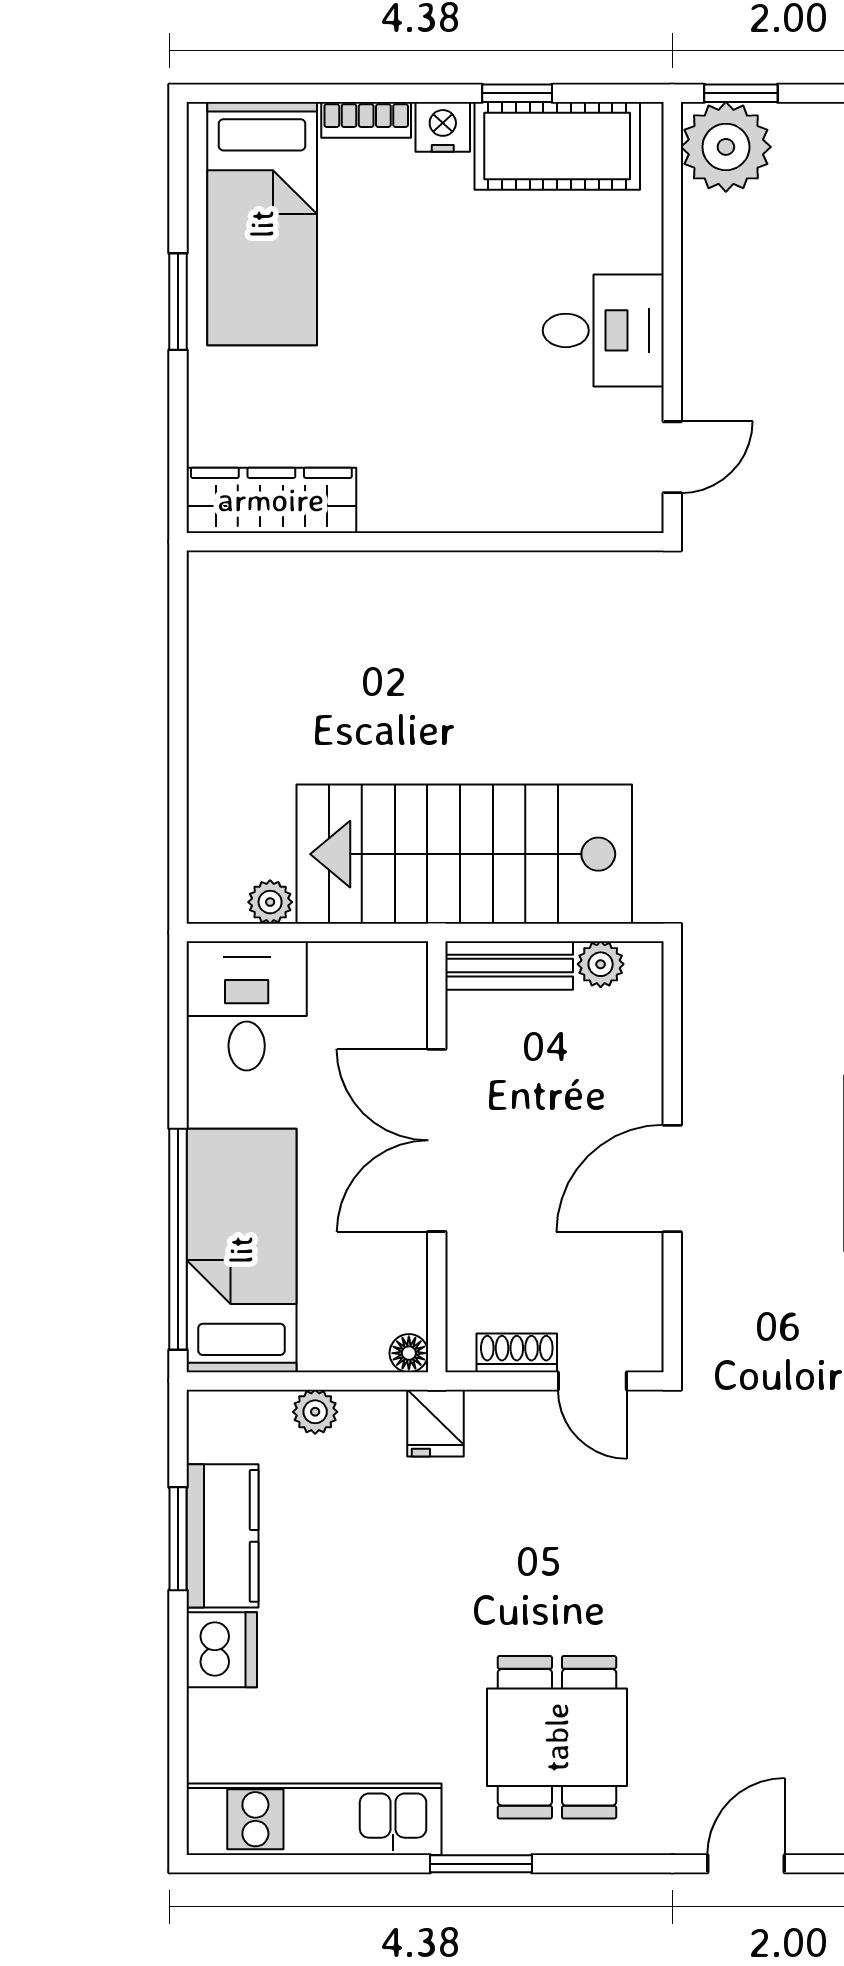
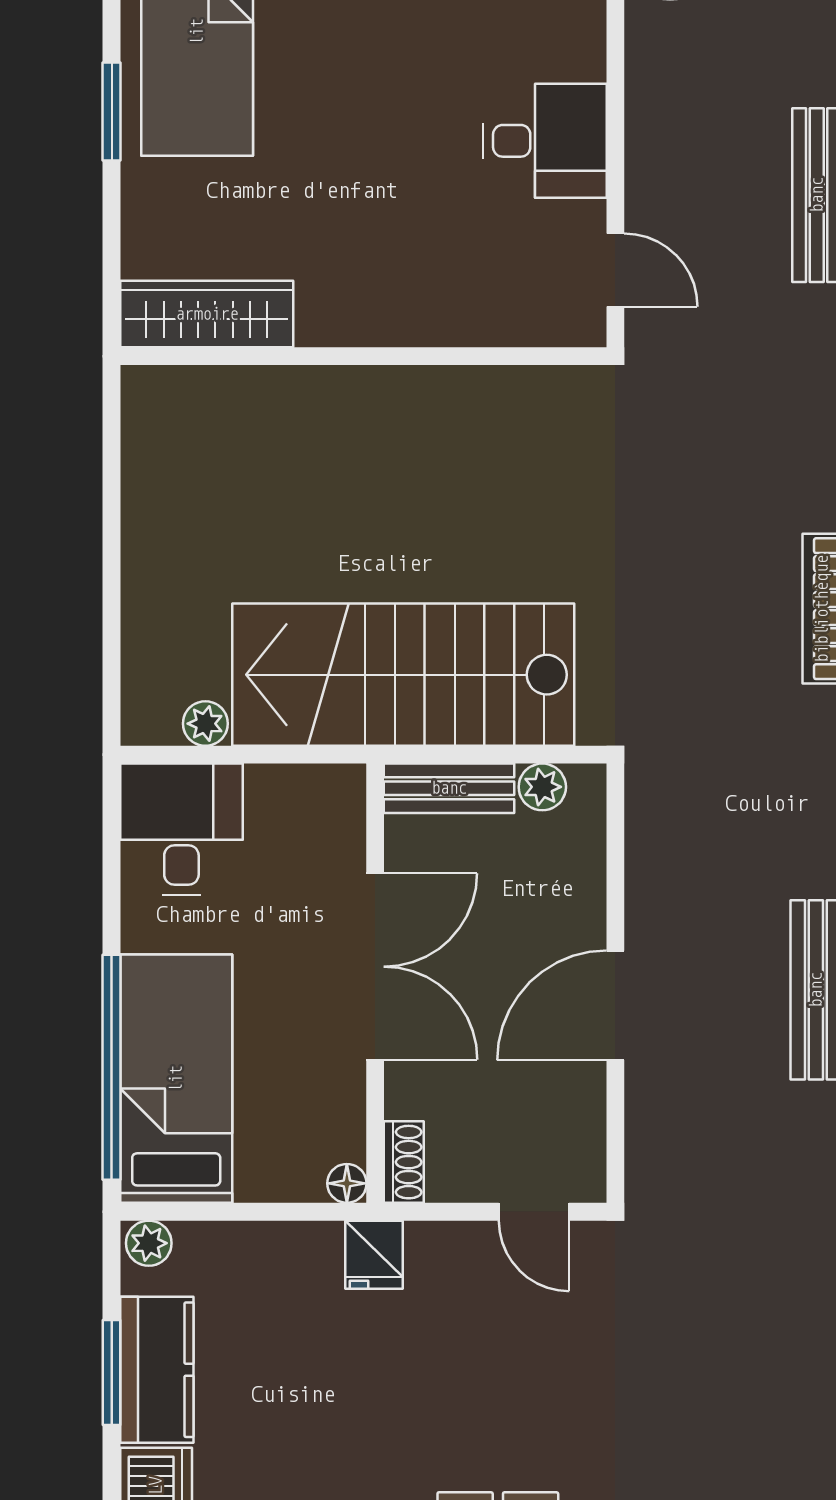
door: (672, 457) -> (615, 270), hinge flipped
double door: (437, 1140) -> (375, 967), swing flipped
shoe rack: (517, 1353) -> (404, 1162), moved, turned 90
plant: (315, 1412) -> (149, 1243), moved

